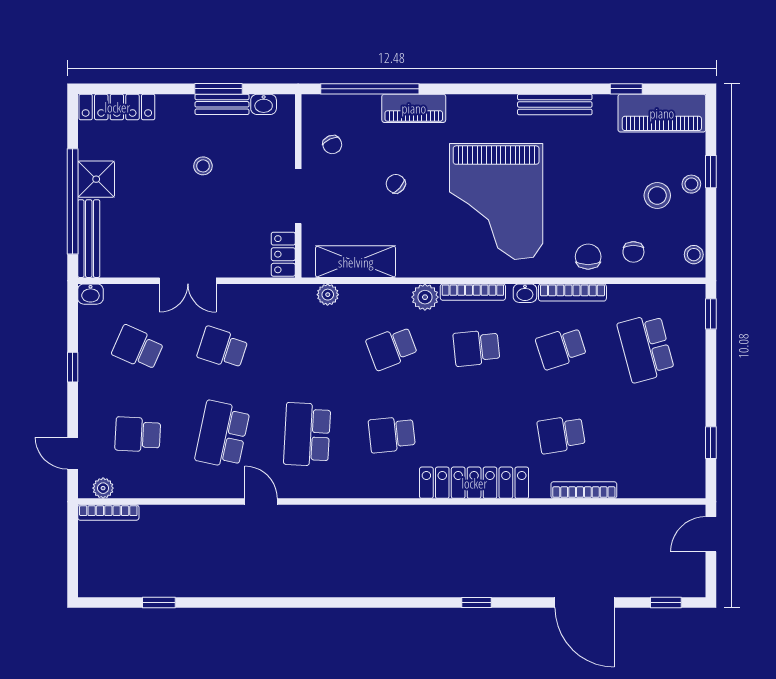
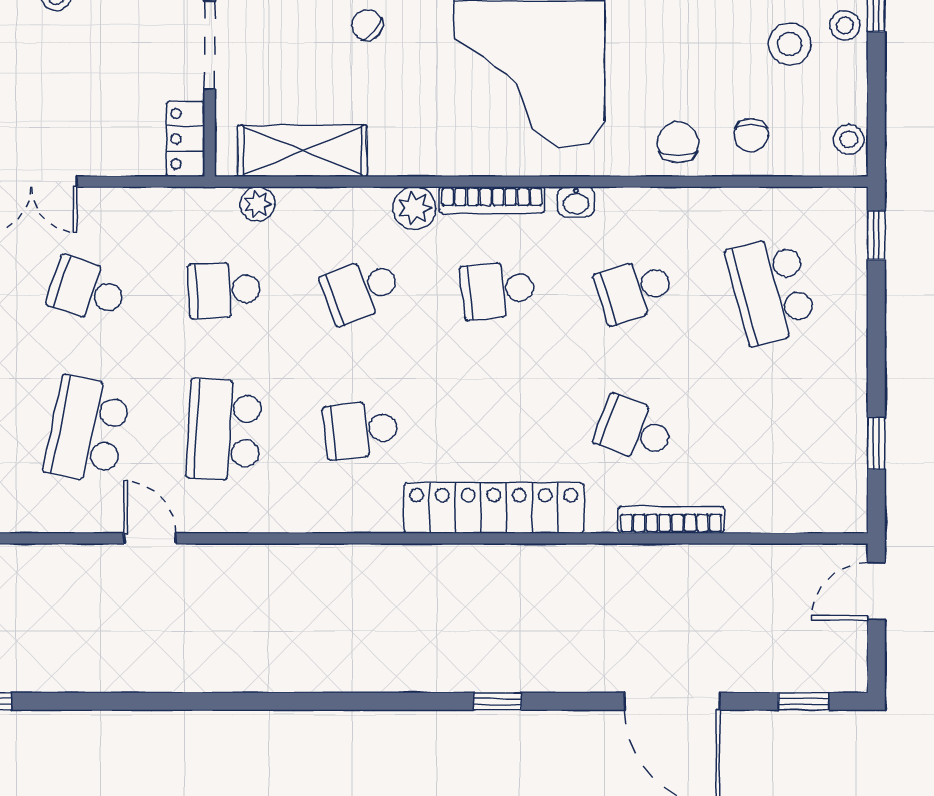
bookcase: (572, 292) -> (653, 201), removed
school desk: (307, 348) -> (224, 290), added
school desk: (561, 434) -> (634, 430), turned 30

